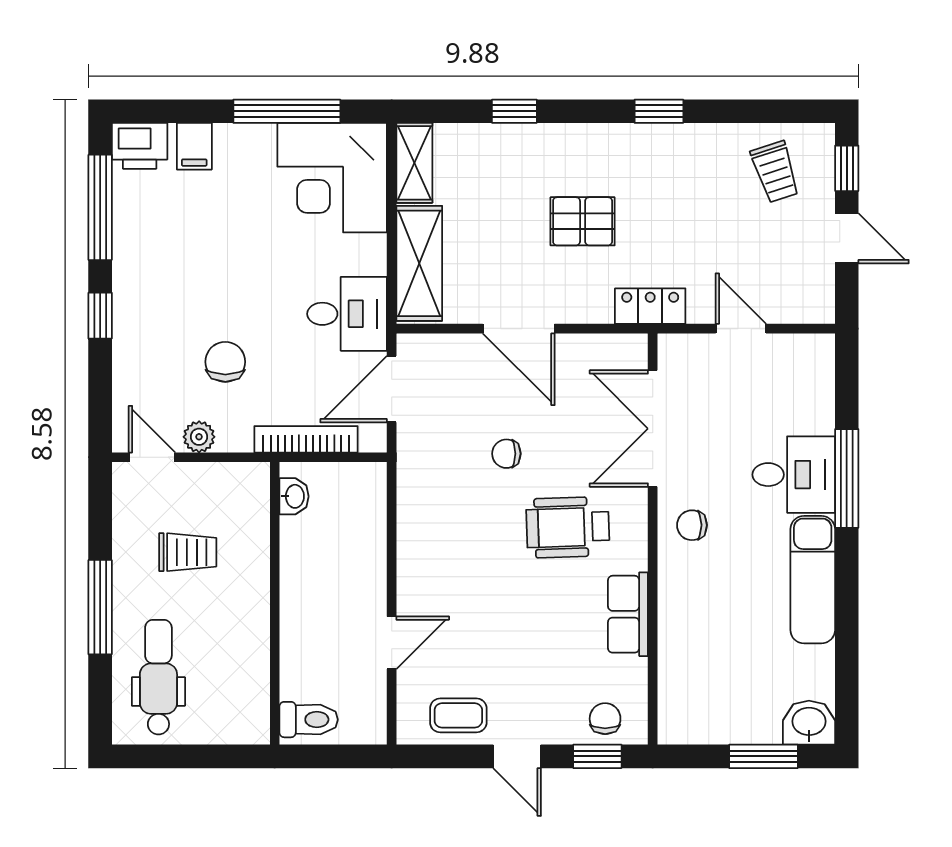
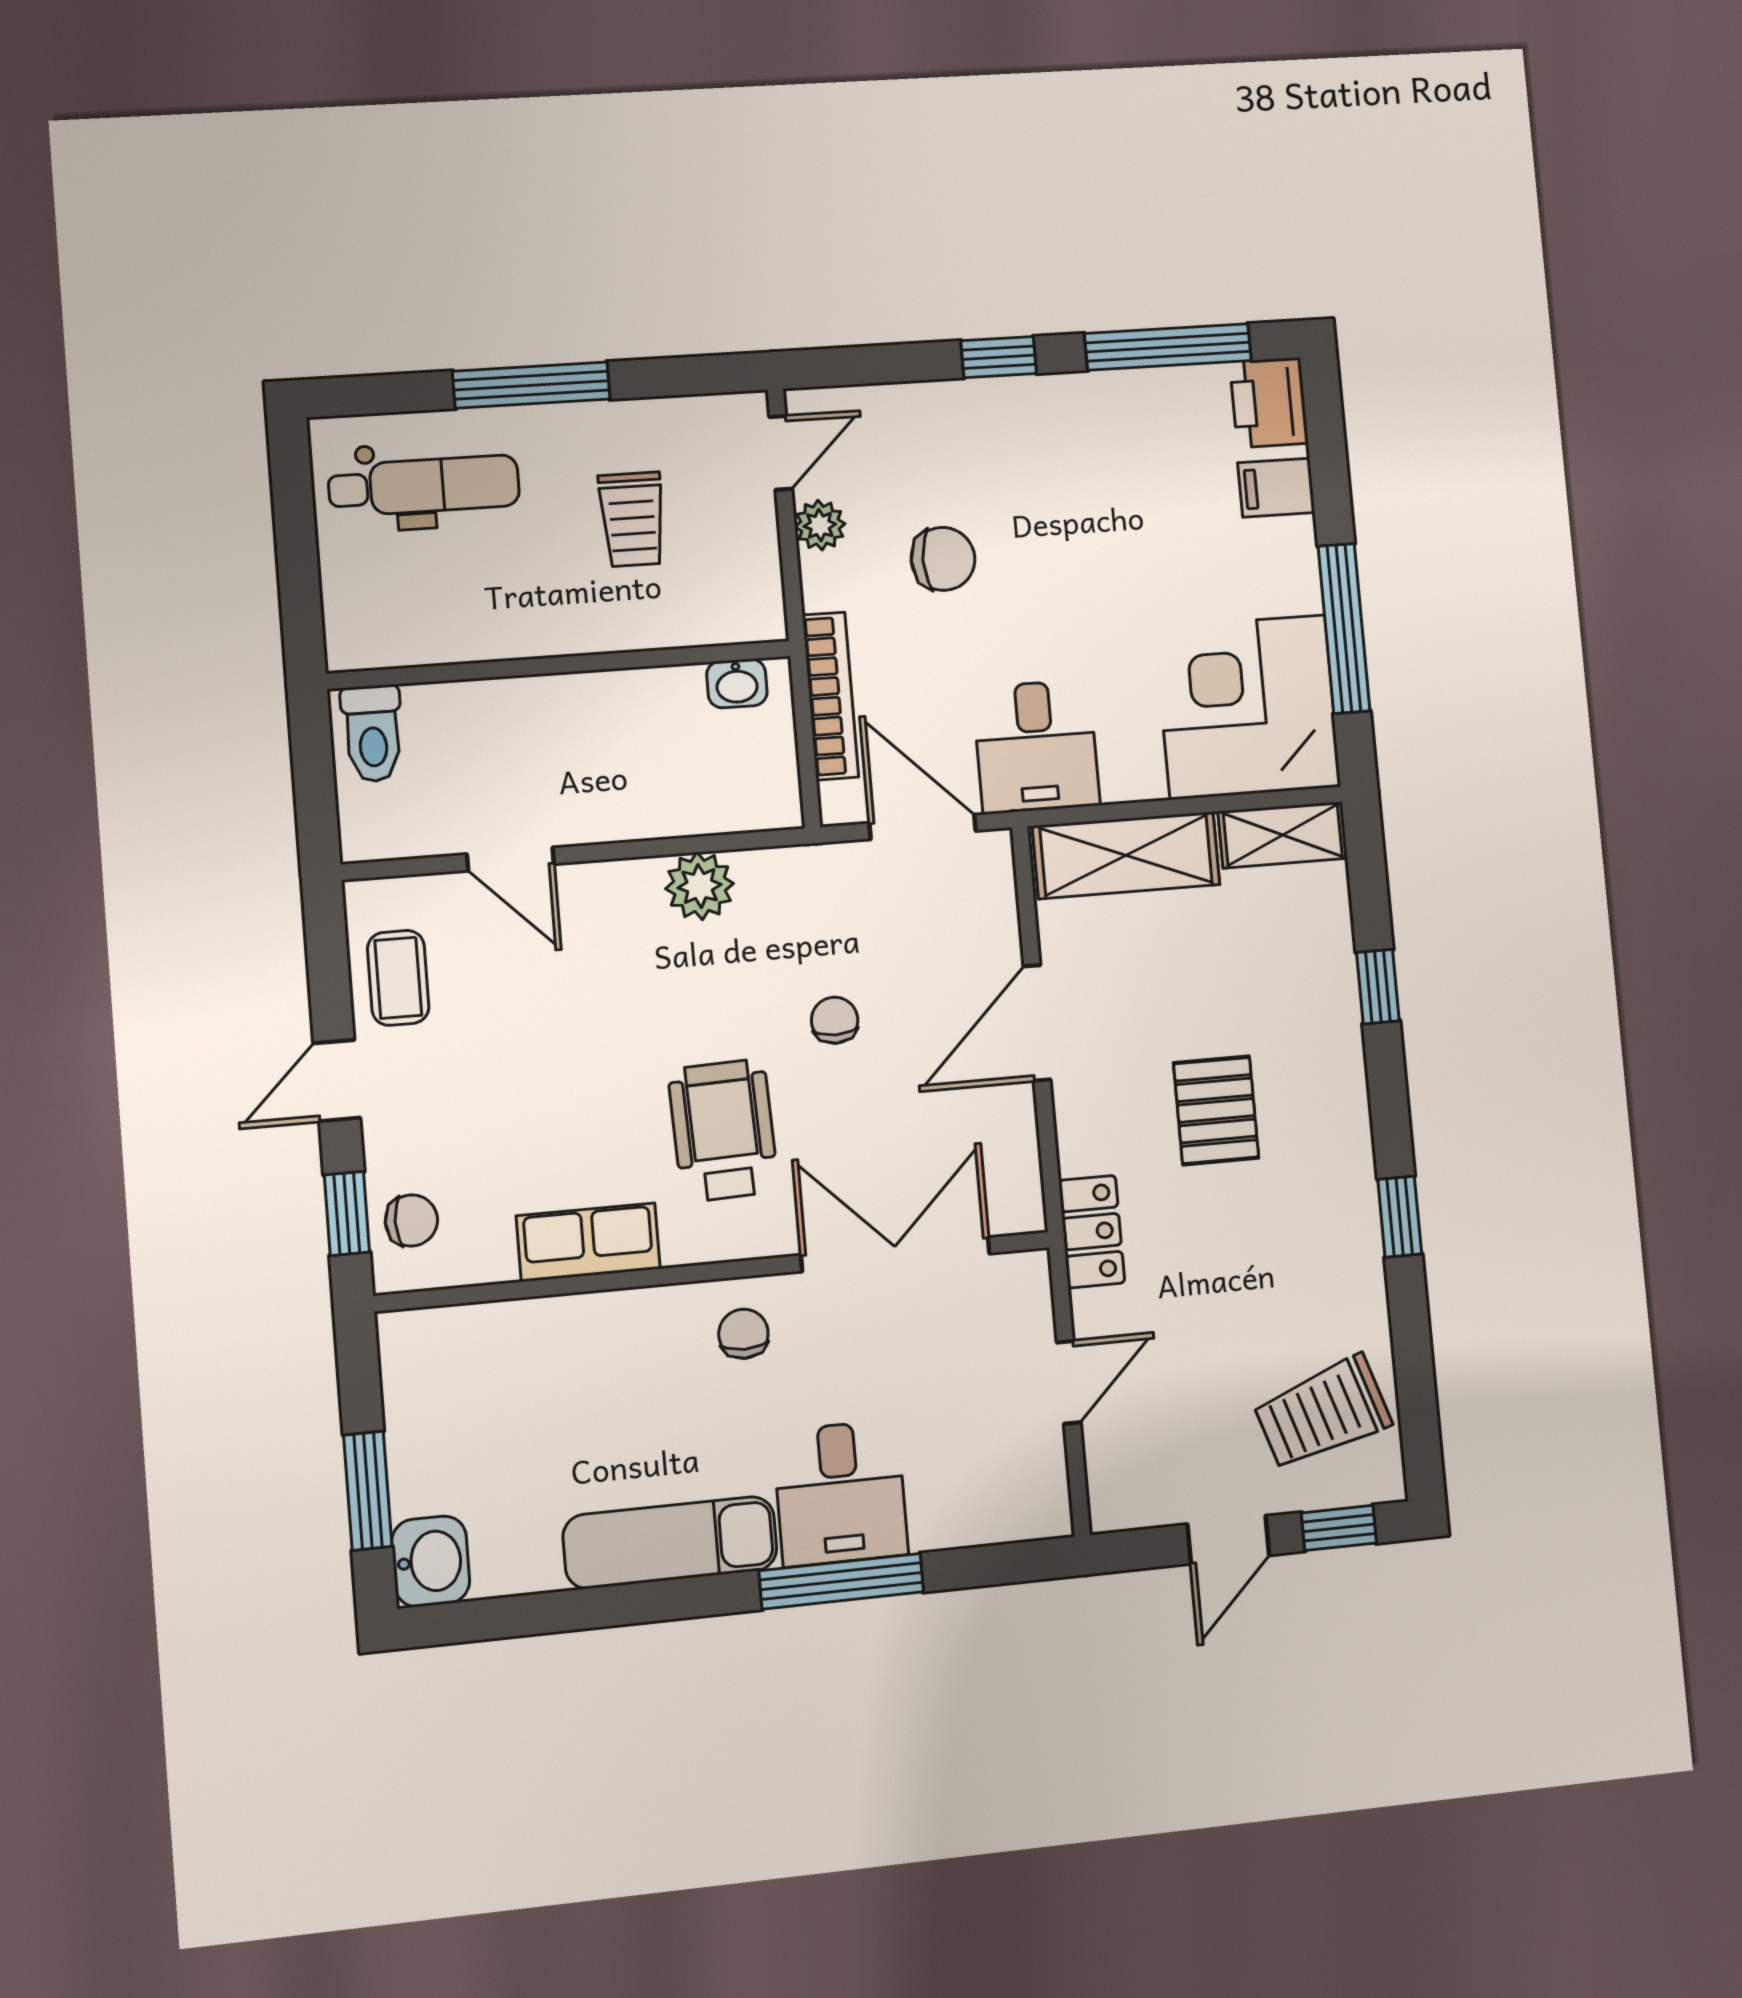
trolley: (775, 172) -> (1323, 1413), width x1.36, depth x1.39
plant: (417, 529) -> (700, 886), added

